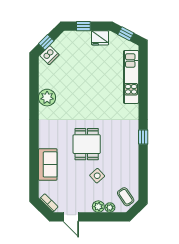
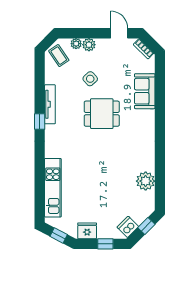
dishwasher: (49, 55) -> (128, 227), moved
plant: (47, 98) -> (146, 181), moved
dining table: (87, 144) -> (102, 114), turned 90
tv unit: (134, 153) -> (50, 104), added

